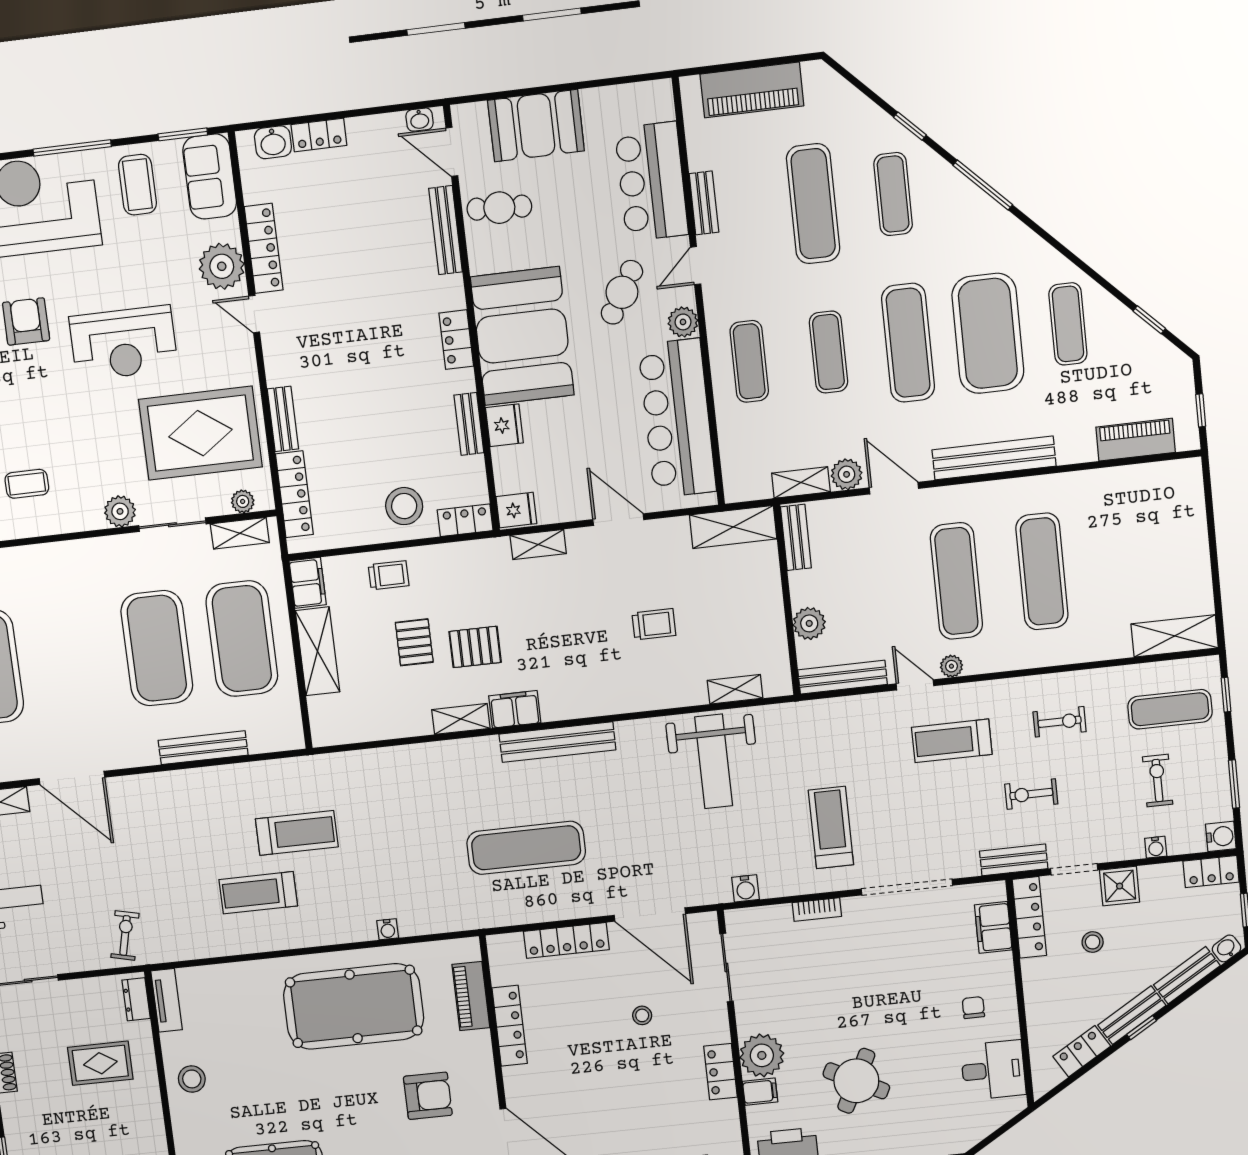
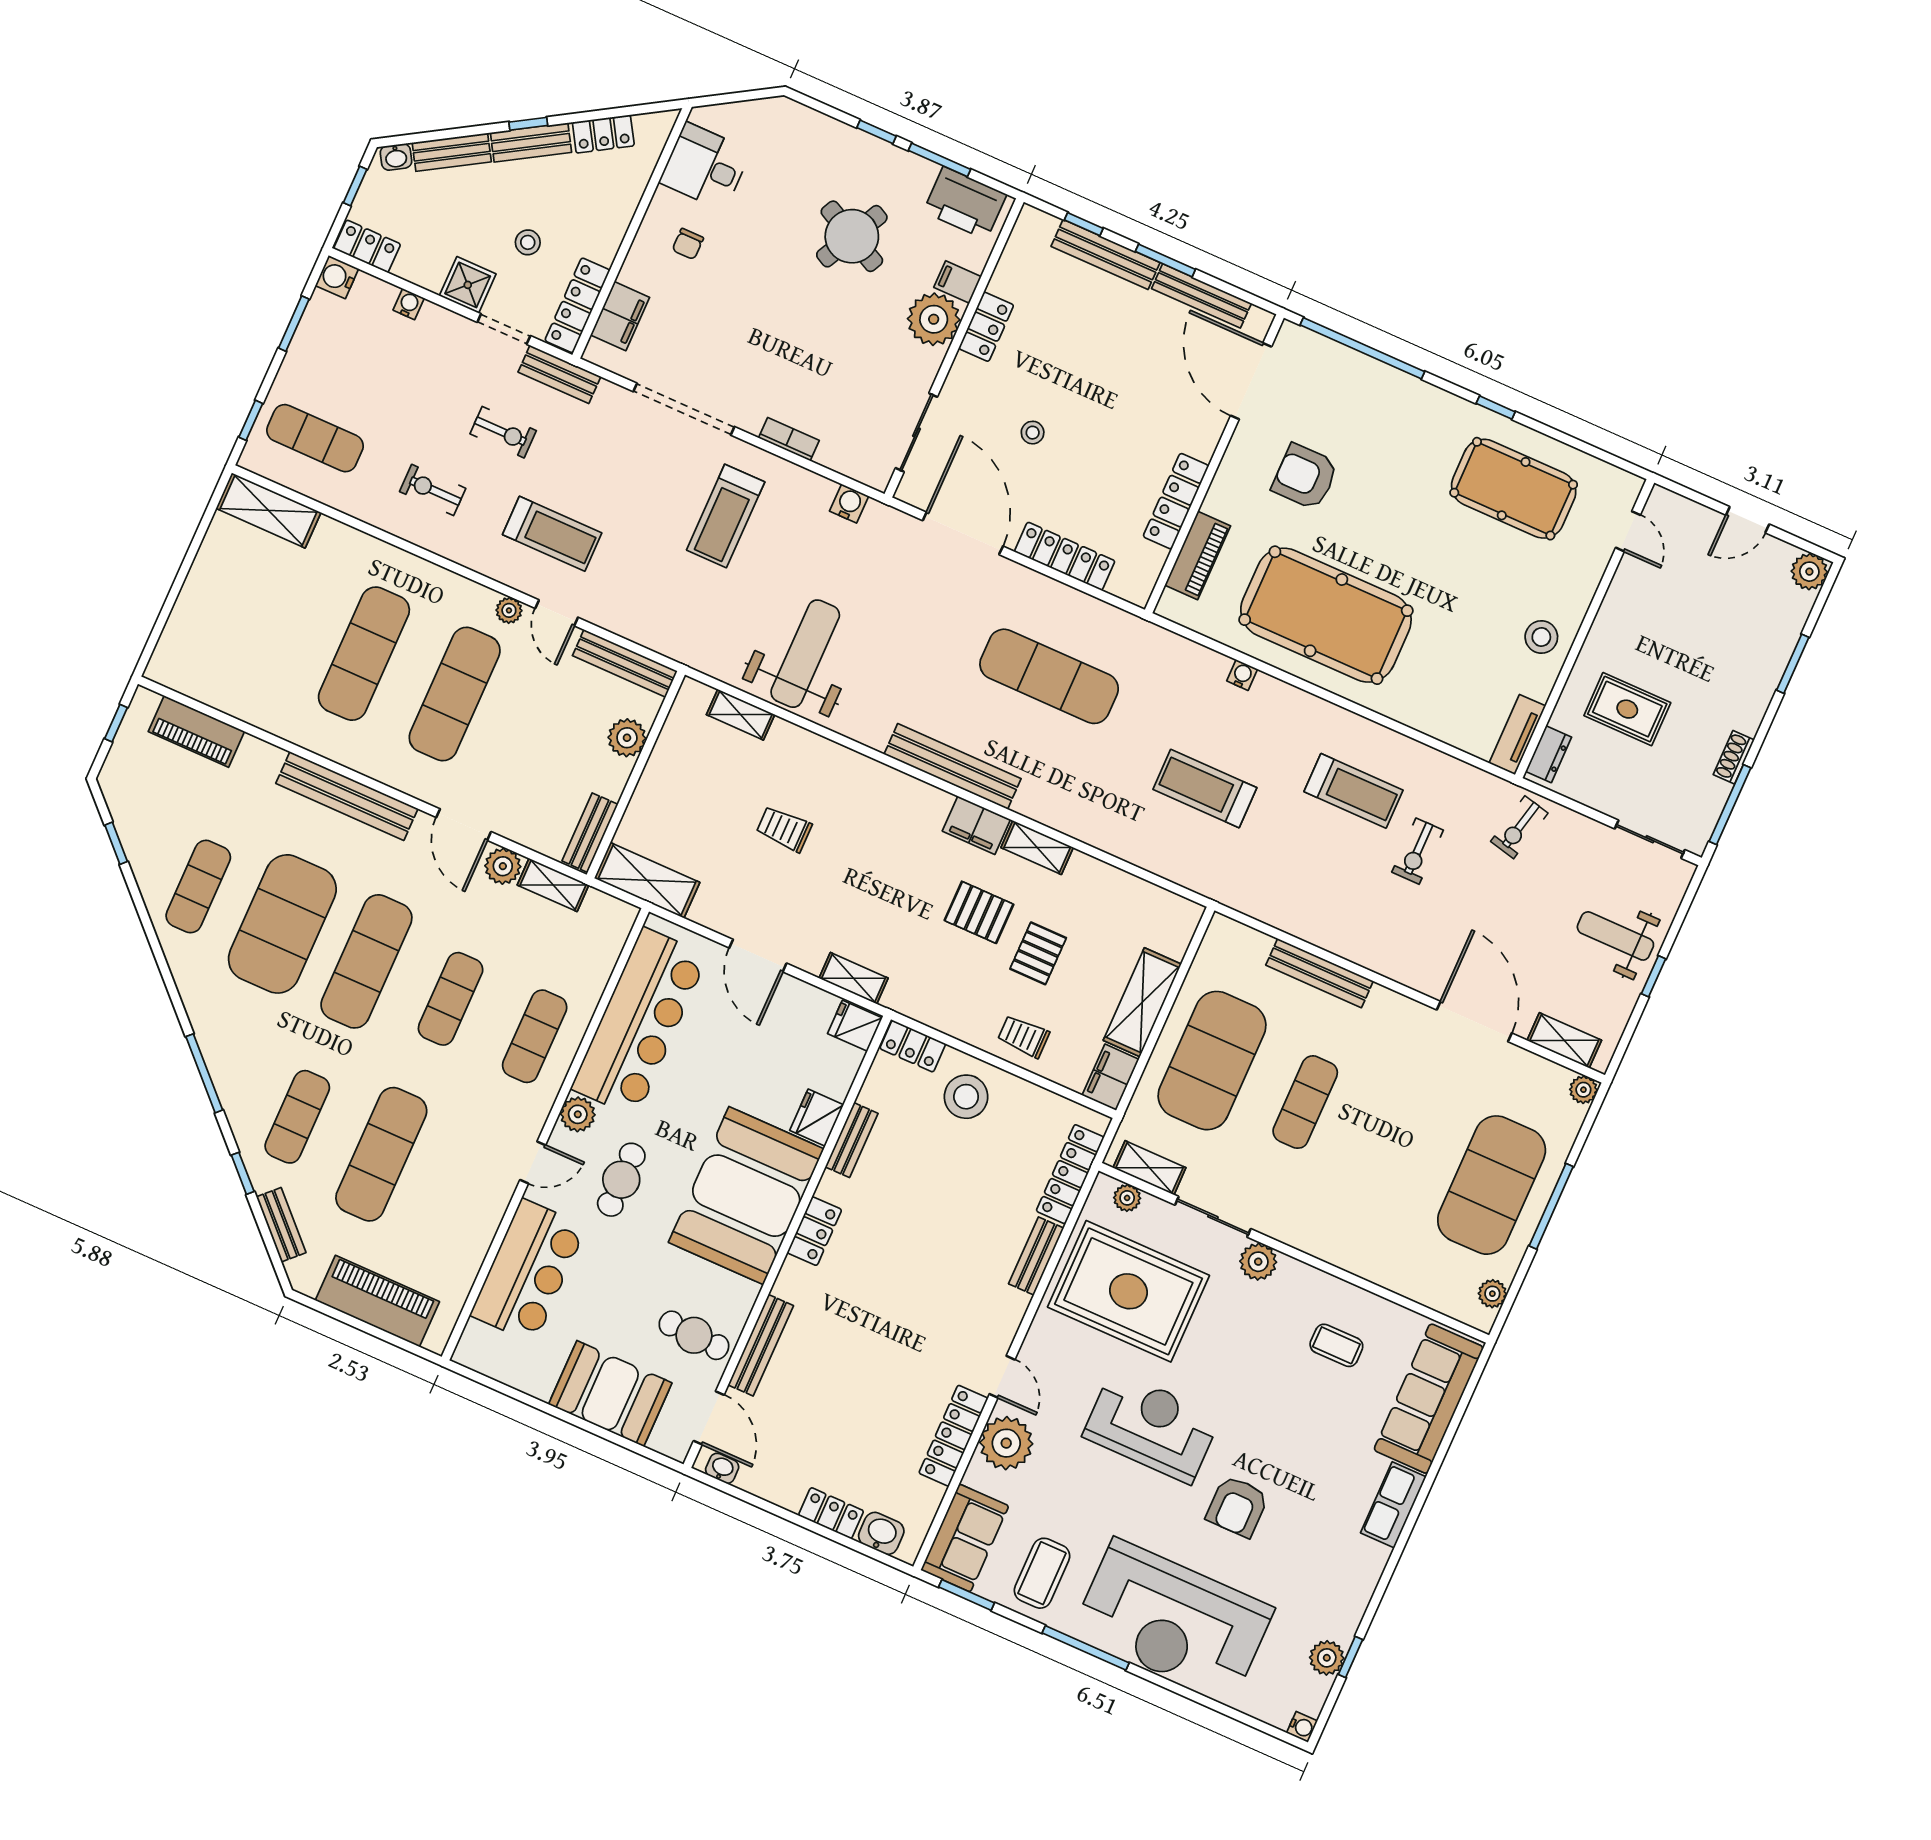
bench: (704, 203) -> (281, 1225), moved, turned -45
cafe table: (622, 292) -> (621, 1180), turned -31
exercise mat: (157, 648) -> (1305, 1102), width x0.50, depth x0.69
exercise bike: (1158, 781) -> (1418, 851), moved
treadmill: (297, 833) -> (1205, 789), moved

